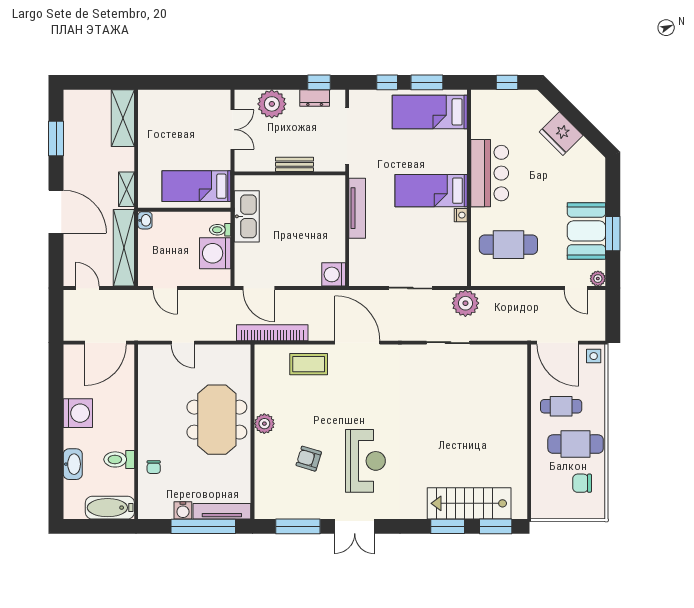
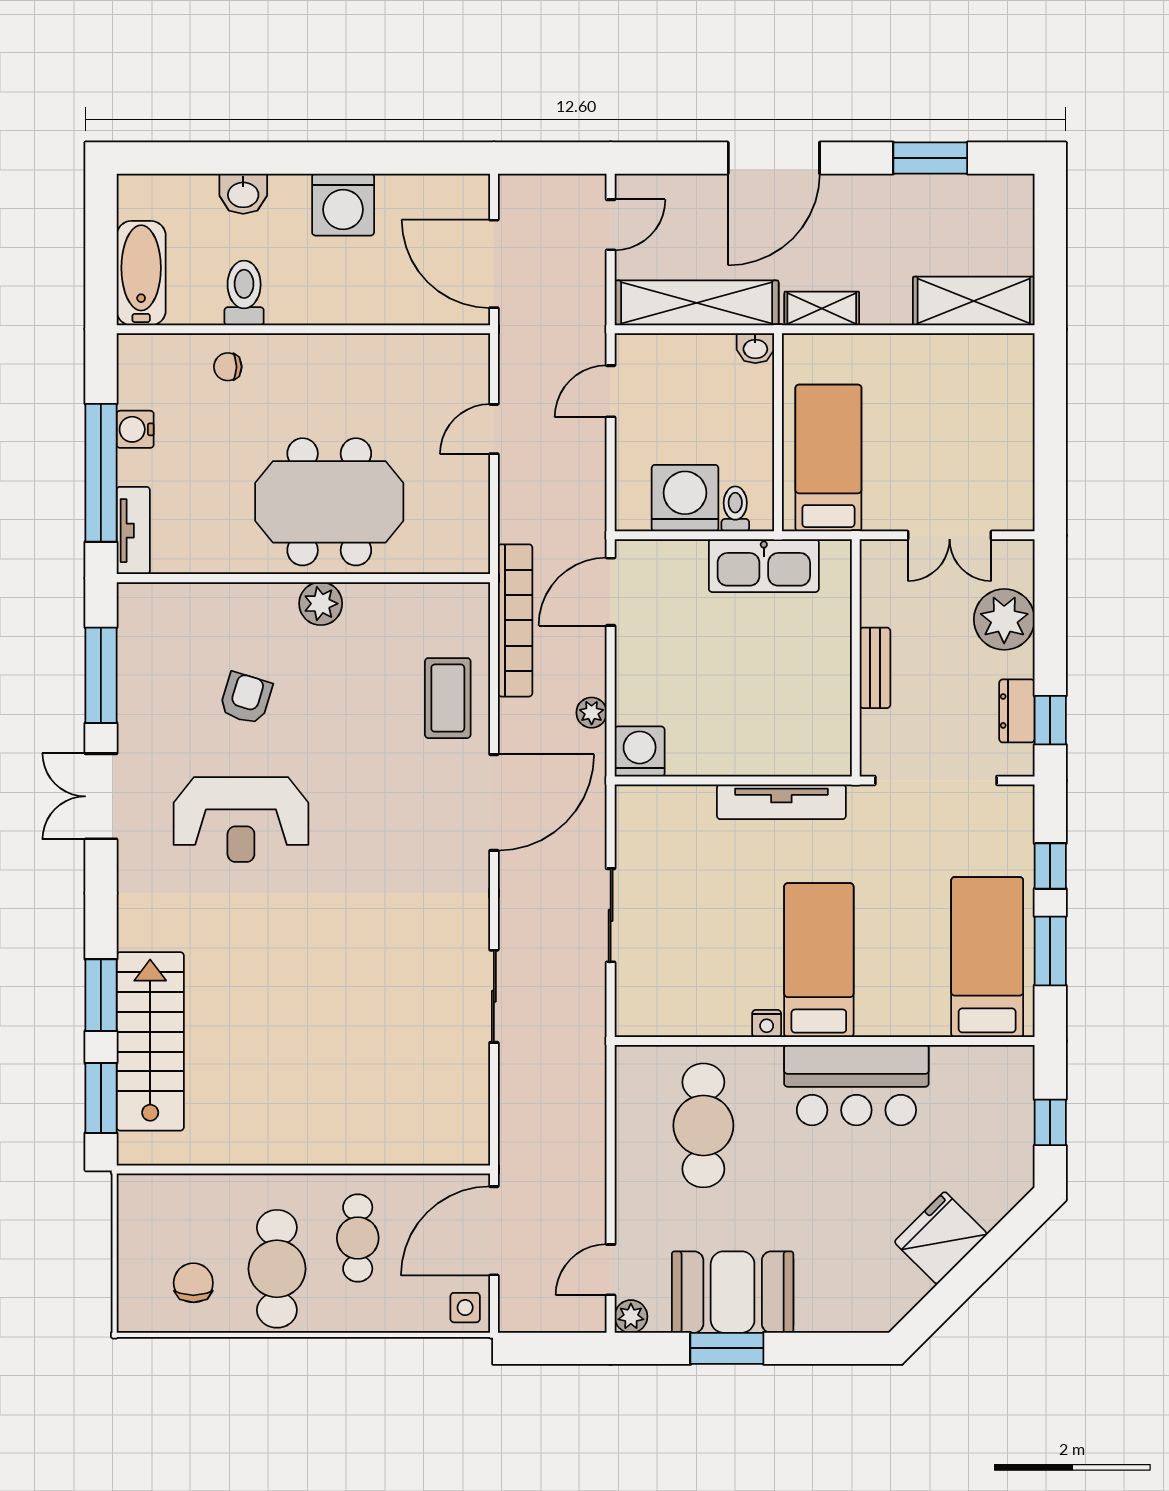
plant: (465, 303) -> (592, 713), moved, width x0.53, depth x0.53
washbasin: (73, 464) -> (243, 194), width x0.72
tv unit: (222, 511) -> (133, 531), width x0.71

